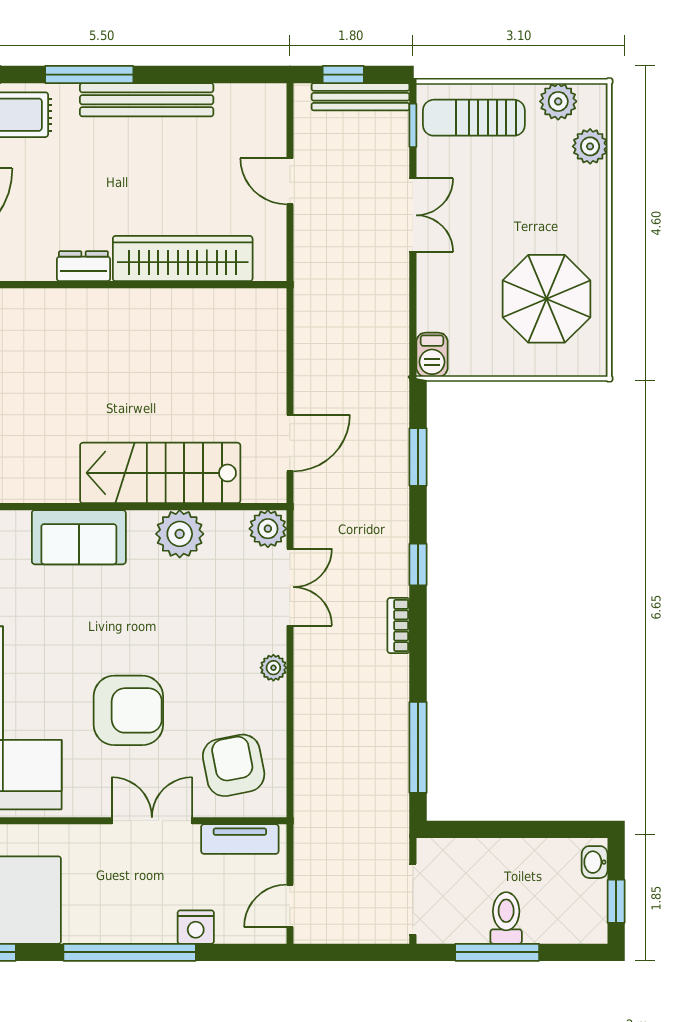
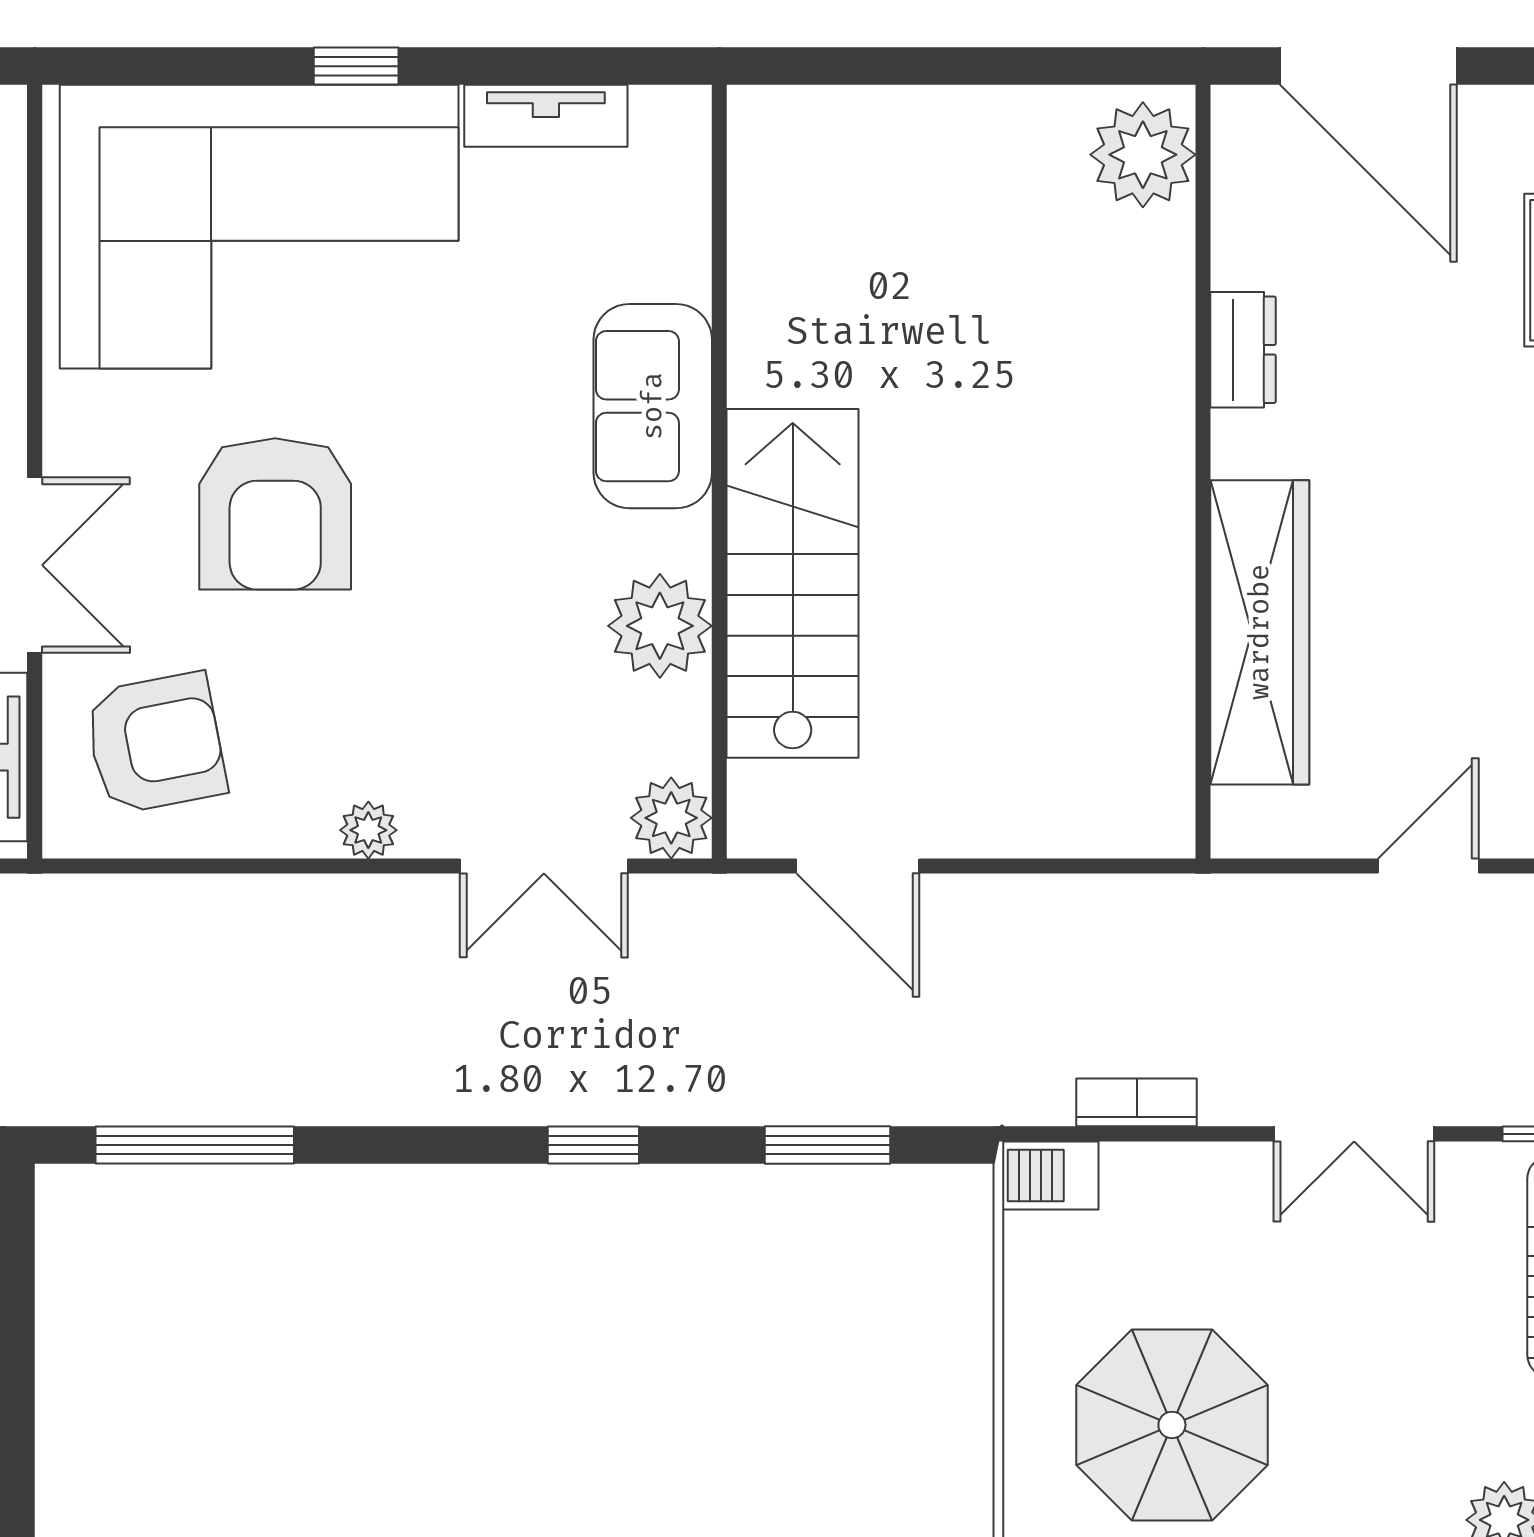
dresser: (83, 266) -> (1243, 350), moved
bookcase: (398, 626) -> (1137, 1102), moved

